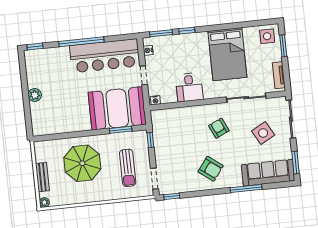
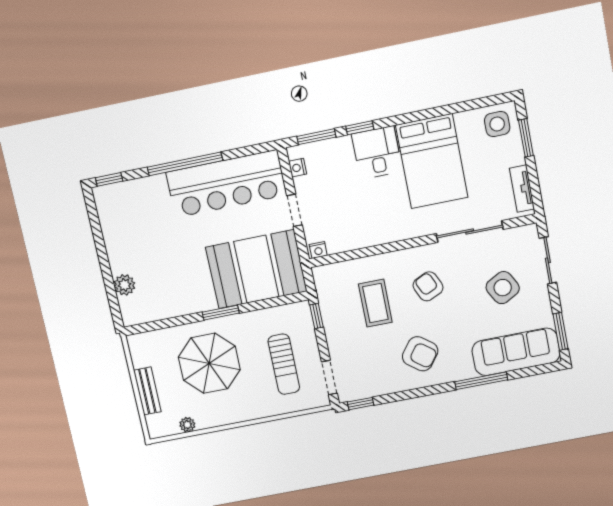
desk: (189, 87) -> (377, 153), moved, turned 180
plant: (35, 95) -> (124, 285), moved
sliding door: (291, 119) -> (548, 260), width x0.73
window: (121, 130) -> (221, 313), moved
coffee table: (187, 135) -> (375, 303), added
plant: (44, 202) -> (187, 425), moved

